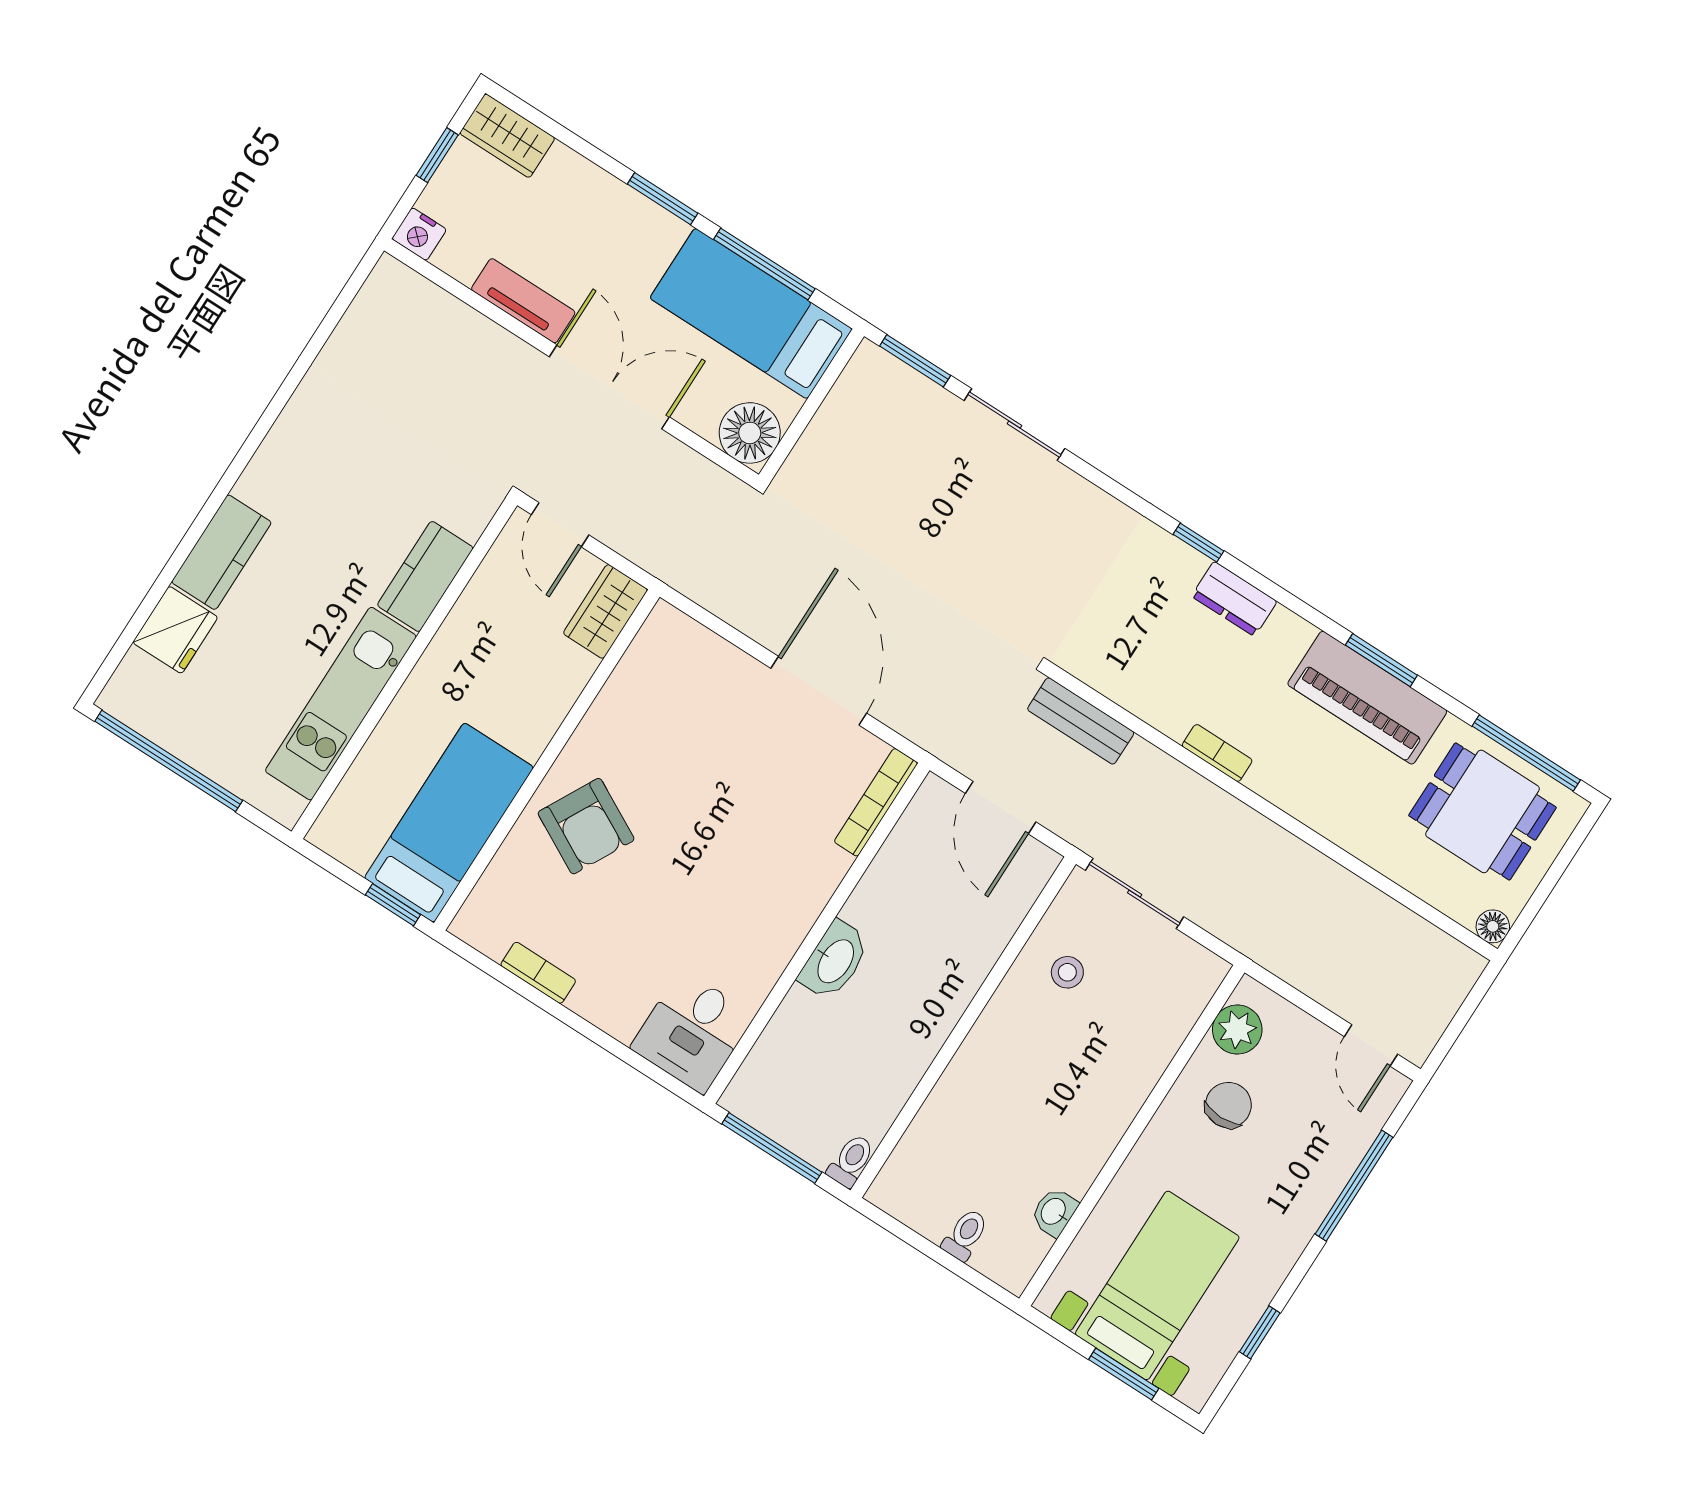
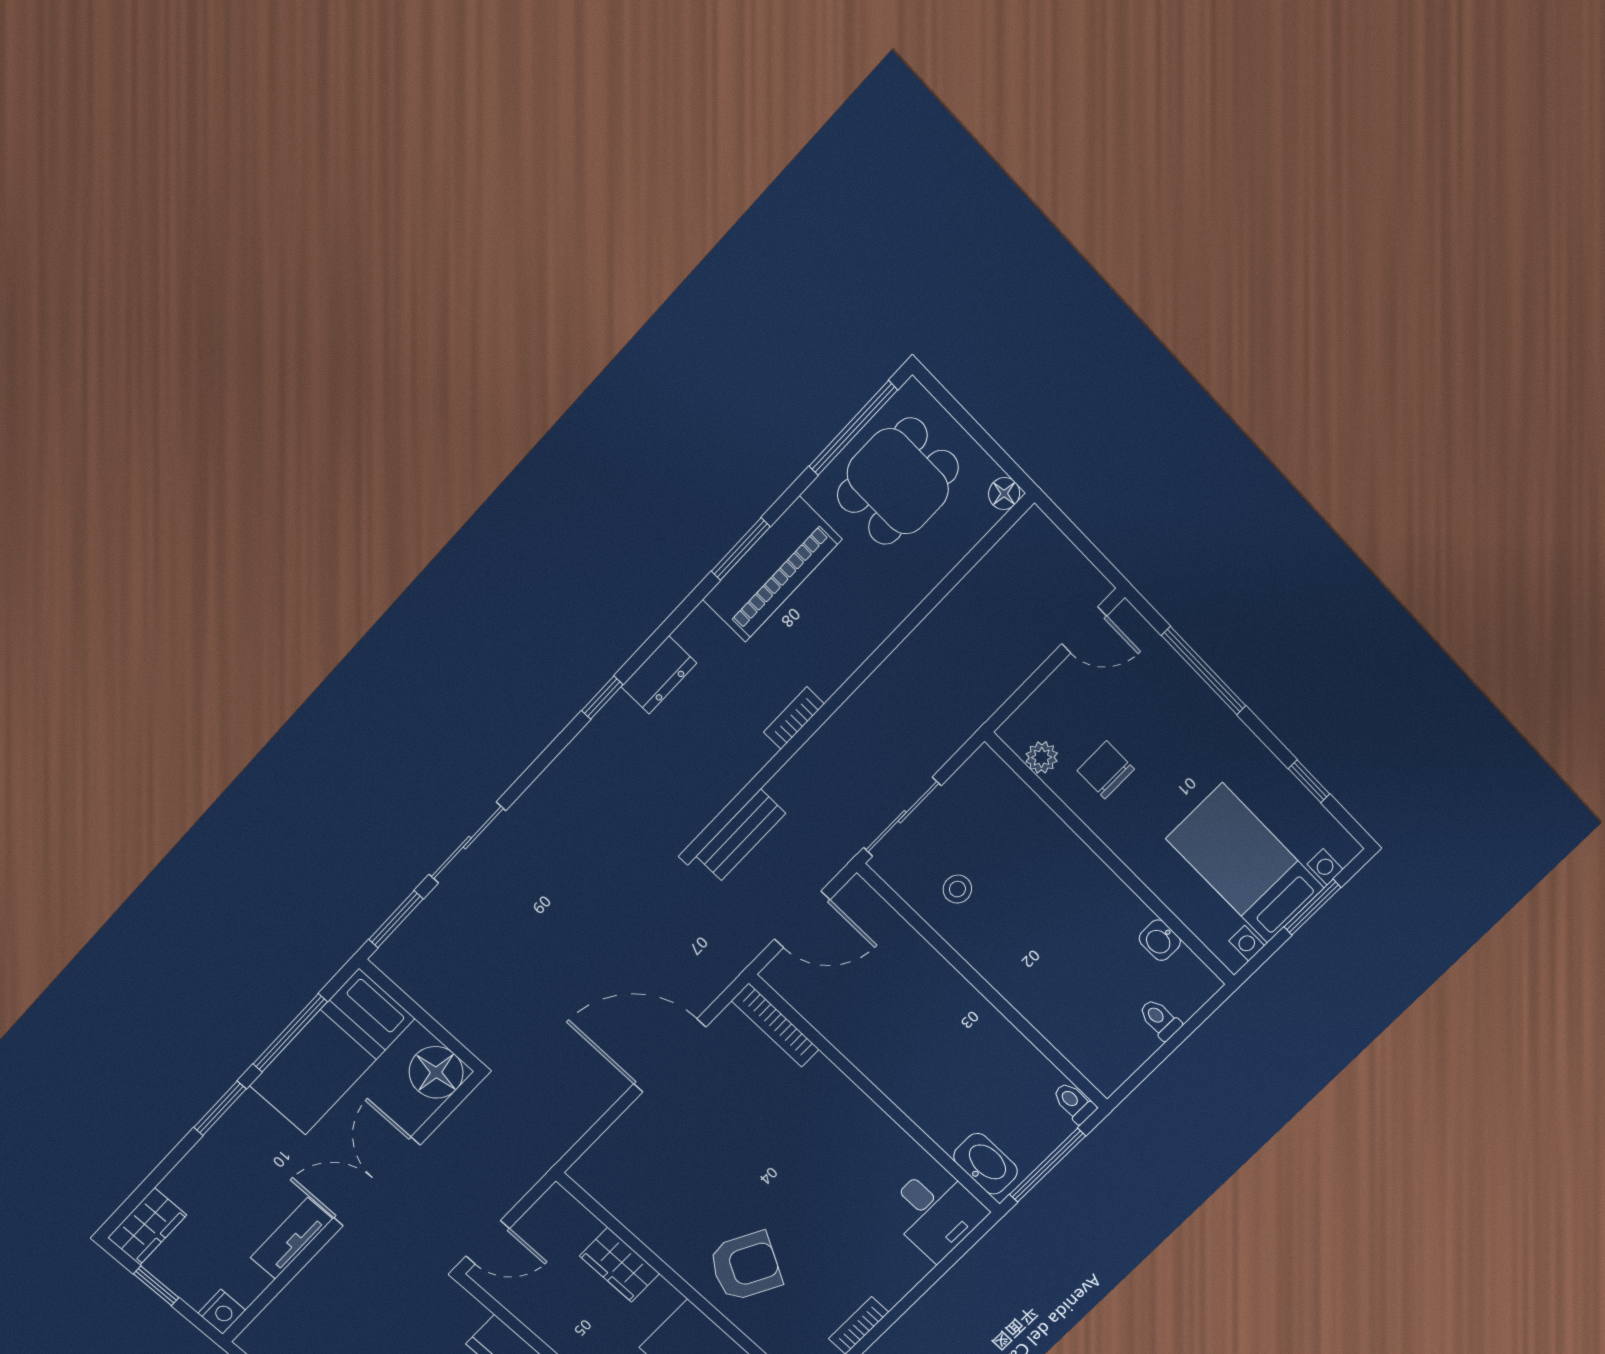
wardrobe: (605, 611) -> (620, 1265), moved
washbasin: (835, 961) -> (986, 1164), moved
plant: (1237, 1030) -> (1042, 757), width x0.73, depth x0.73

